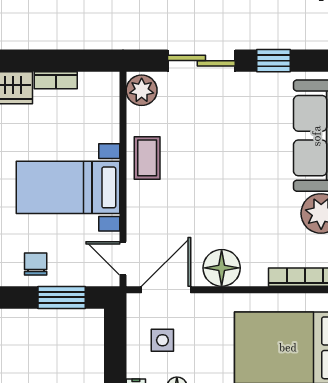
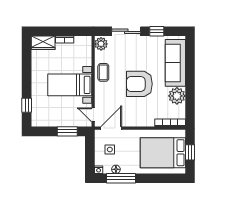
armchair: (232, 185) -> (139, 84), added
chair: (36, 264) -> (56, 117), removed
floor lamp: (222, 268) -> (135, 119), removed

